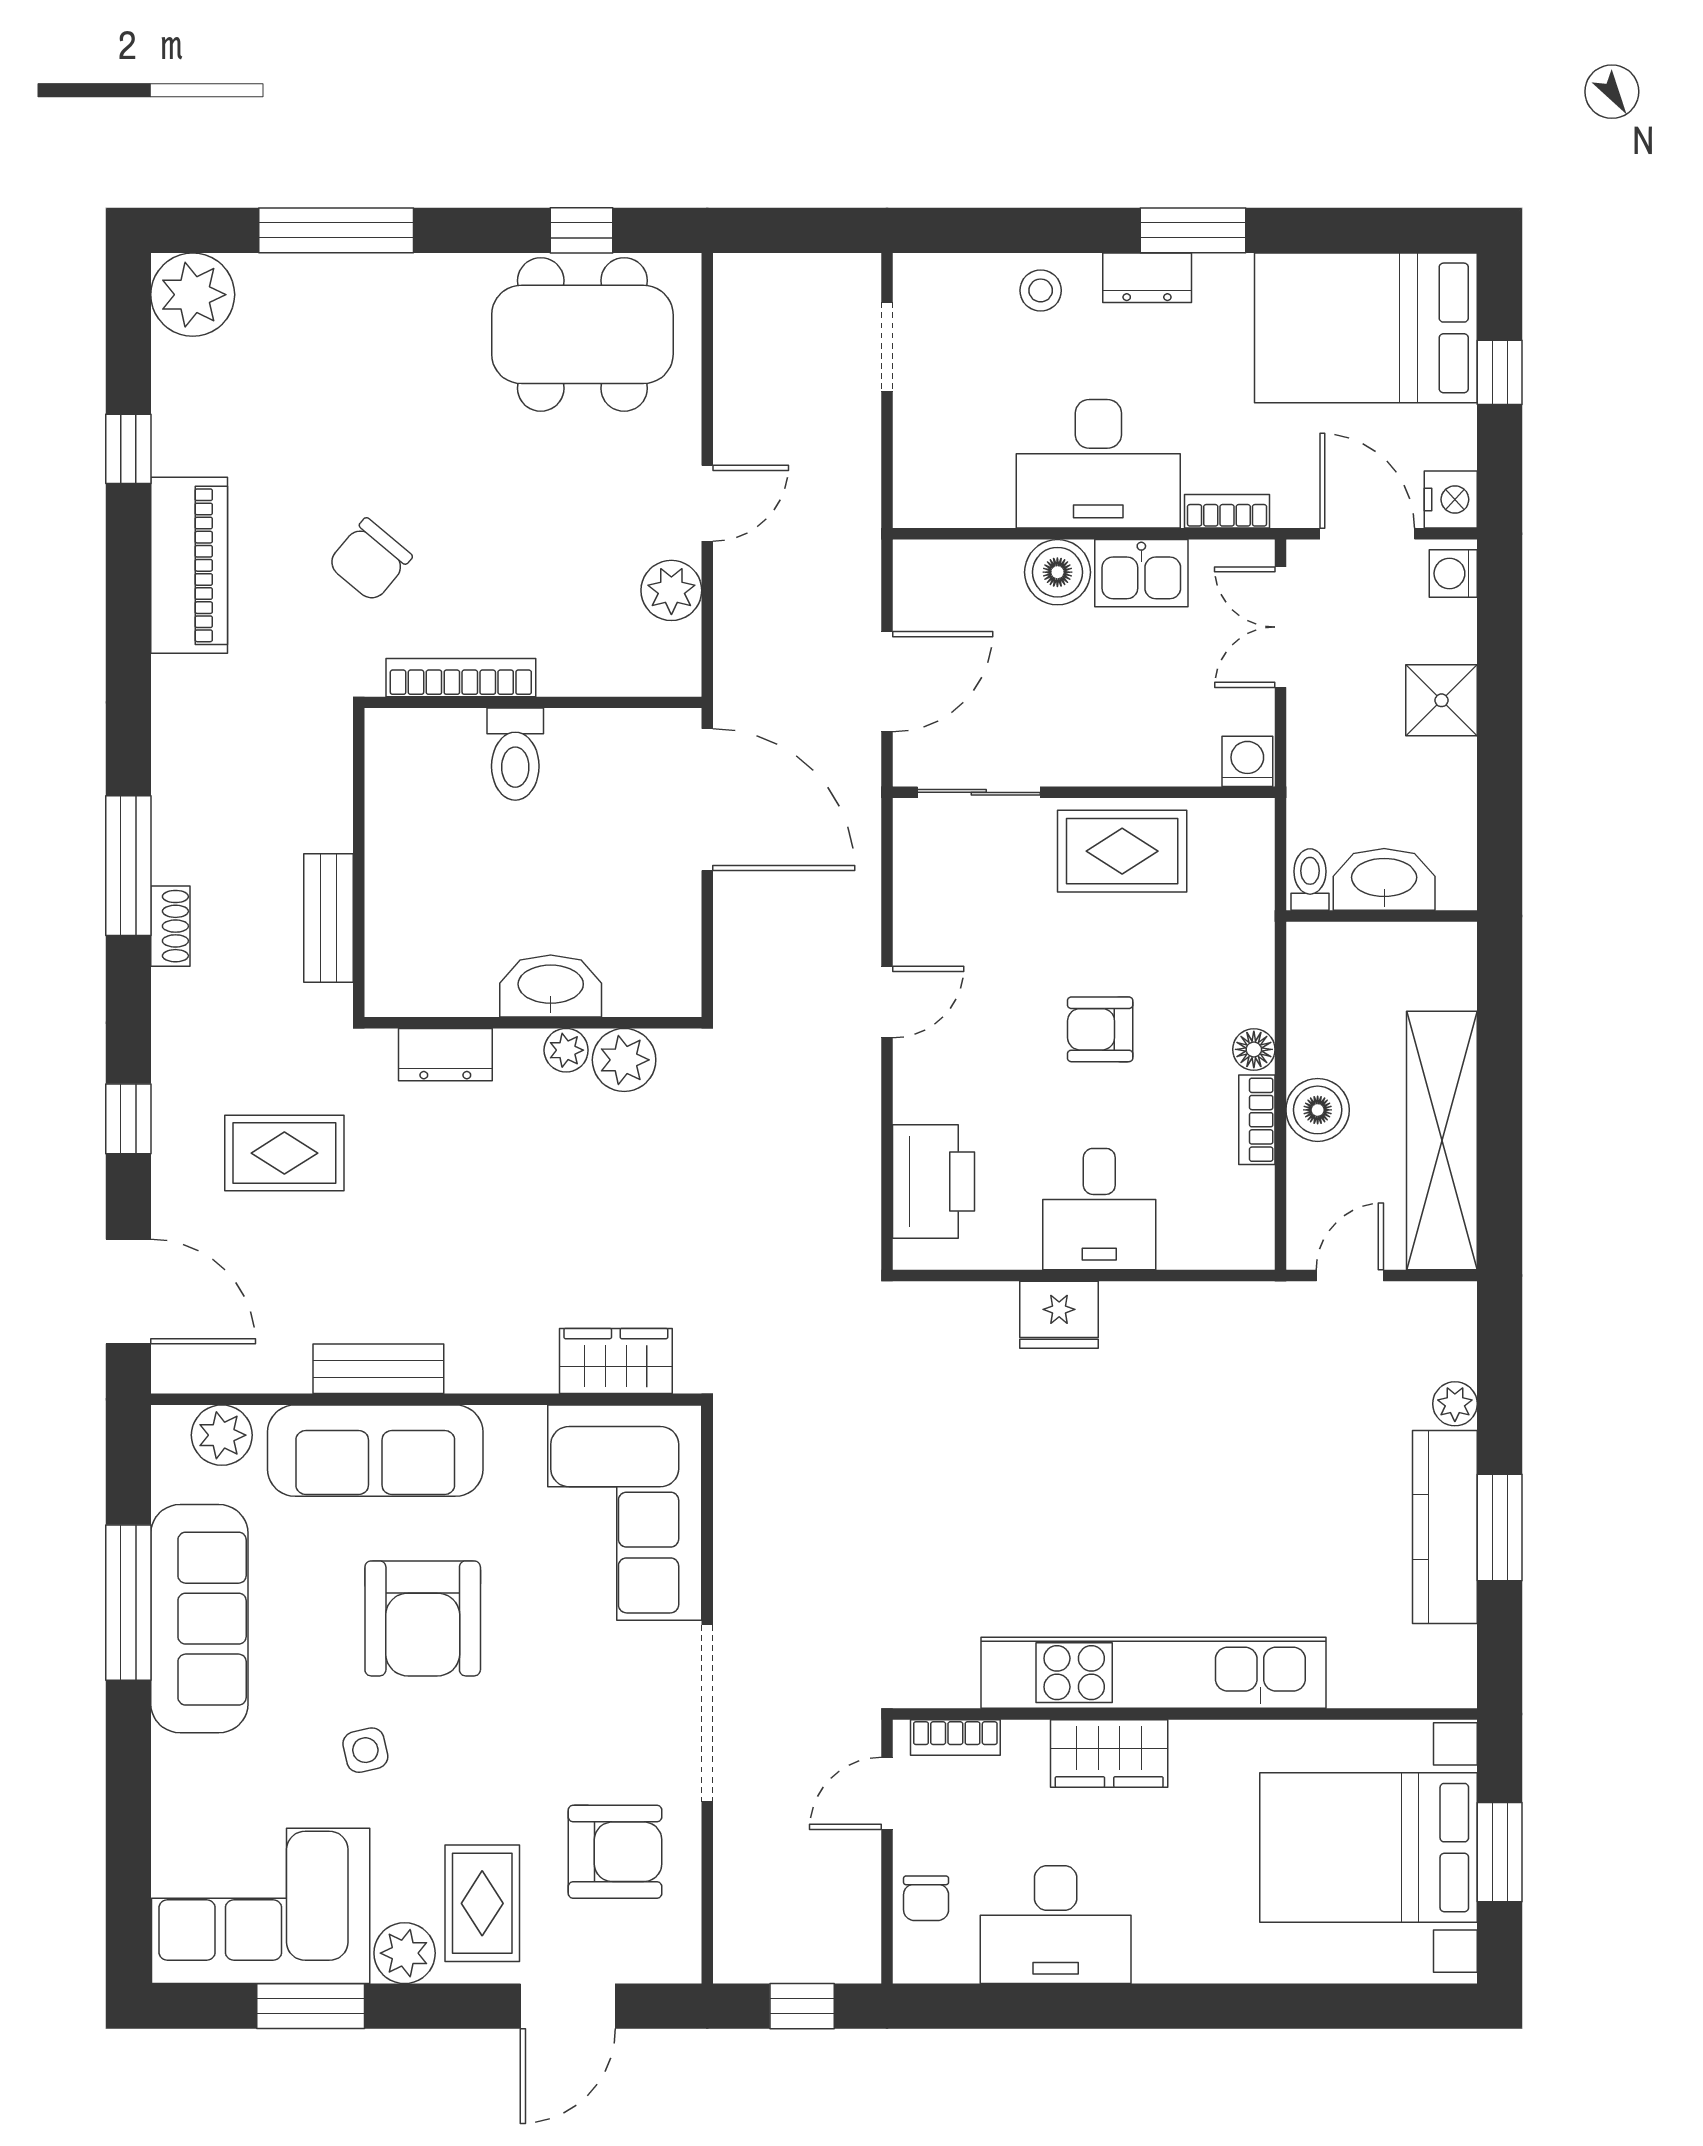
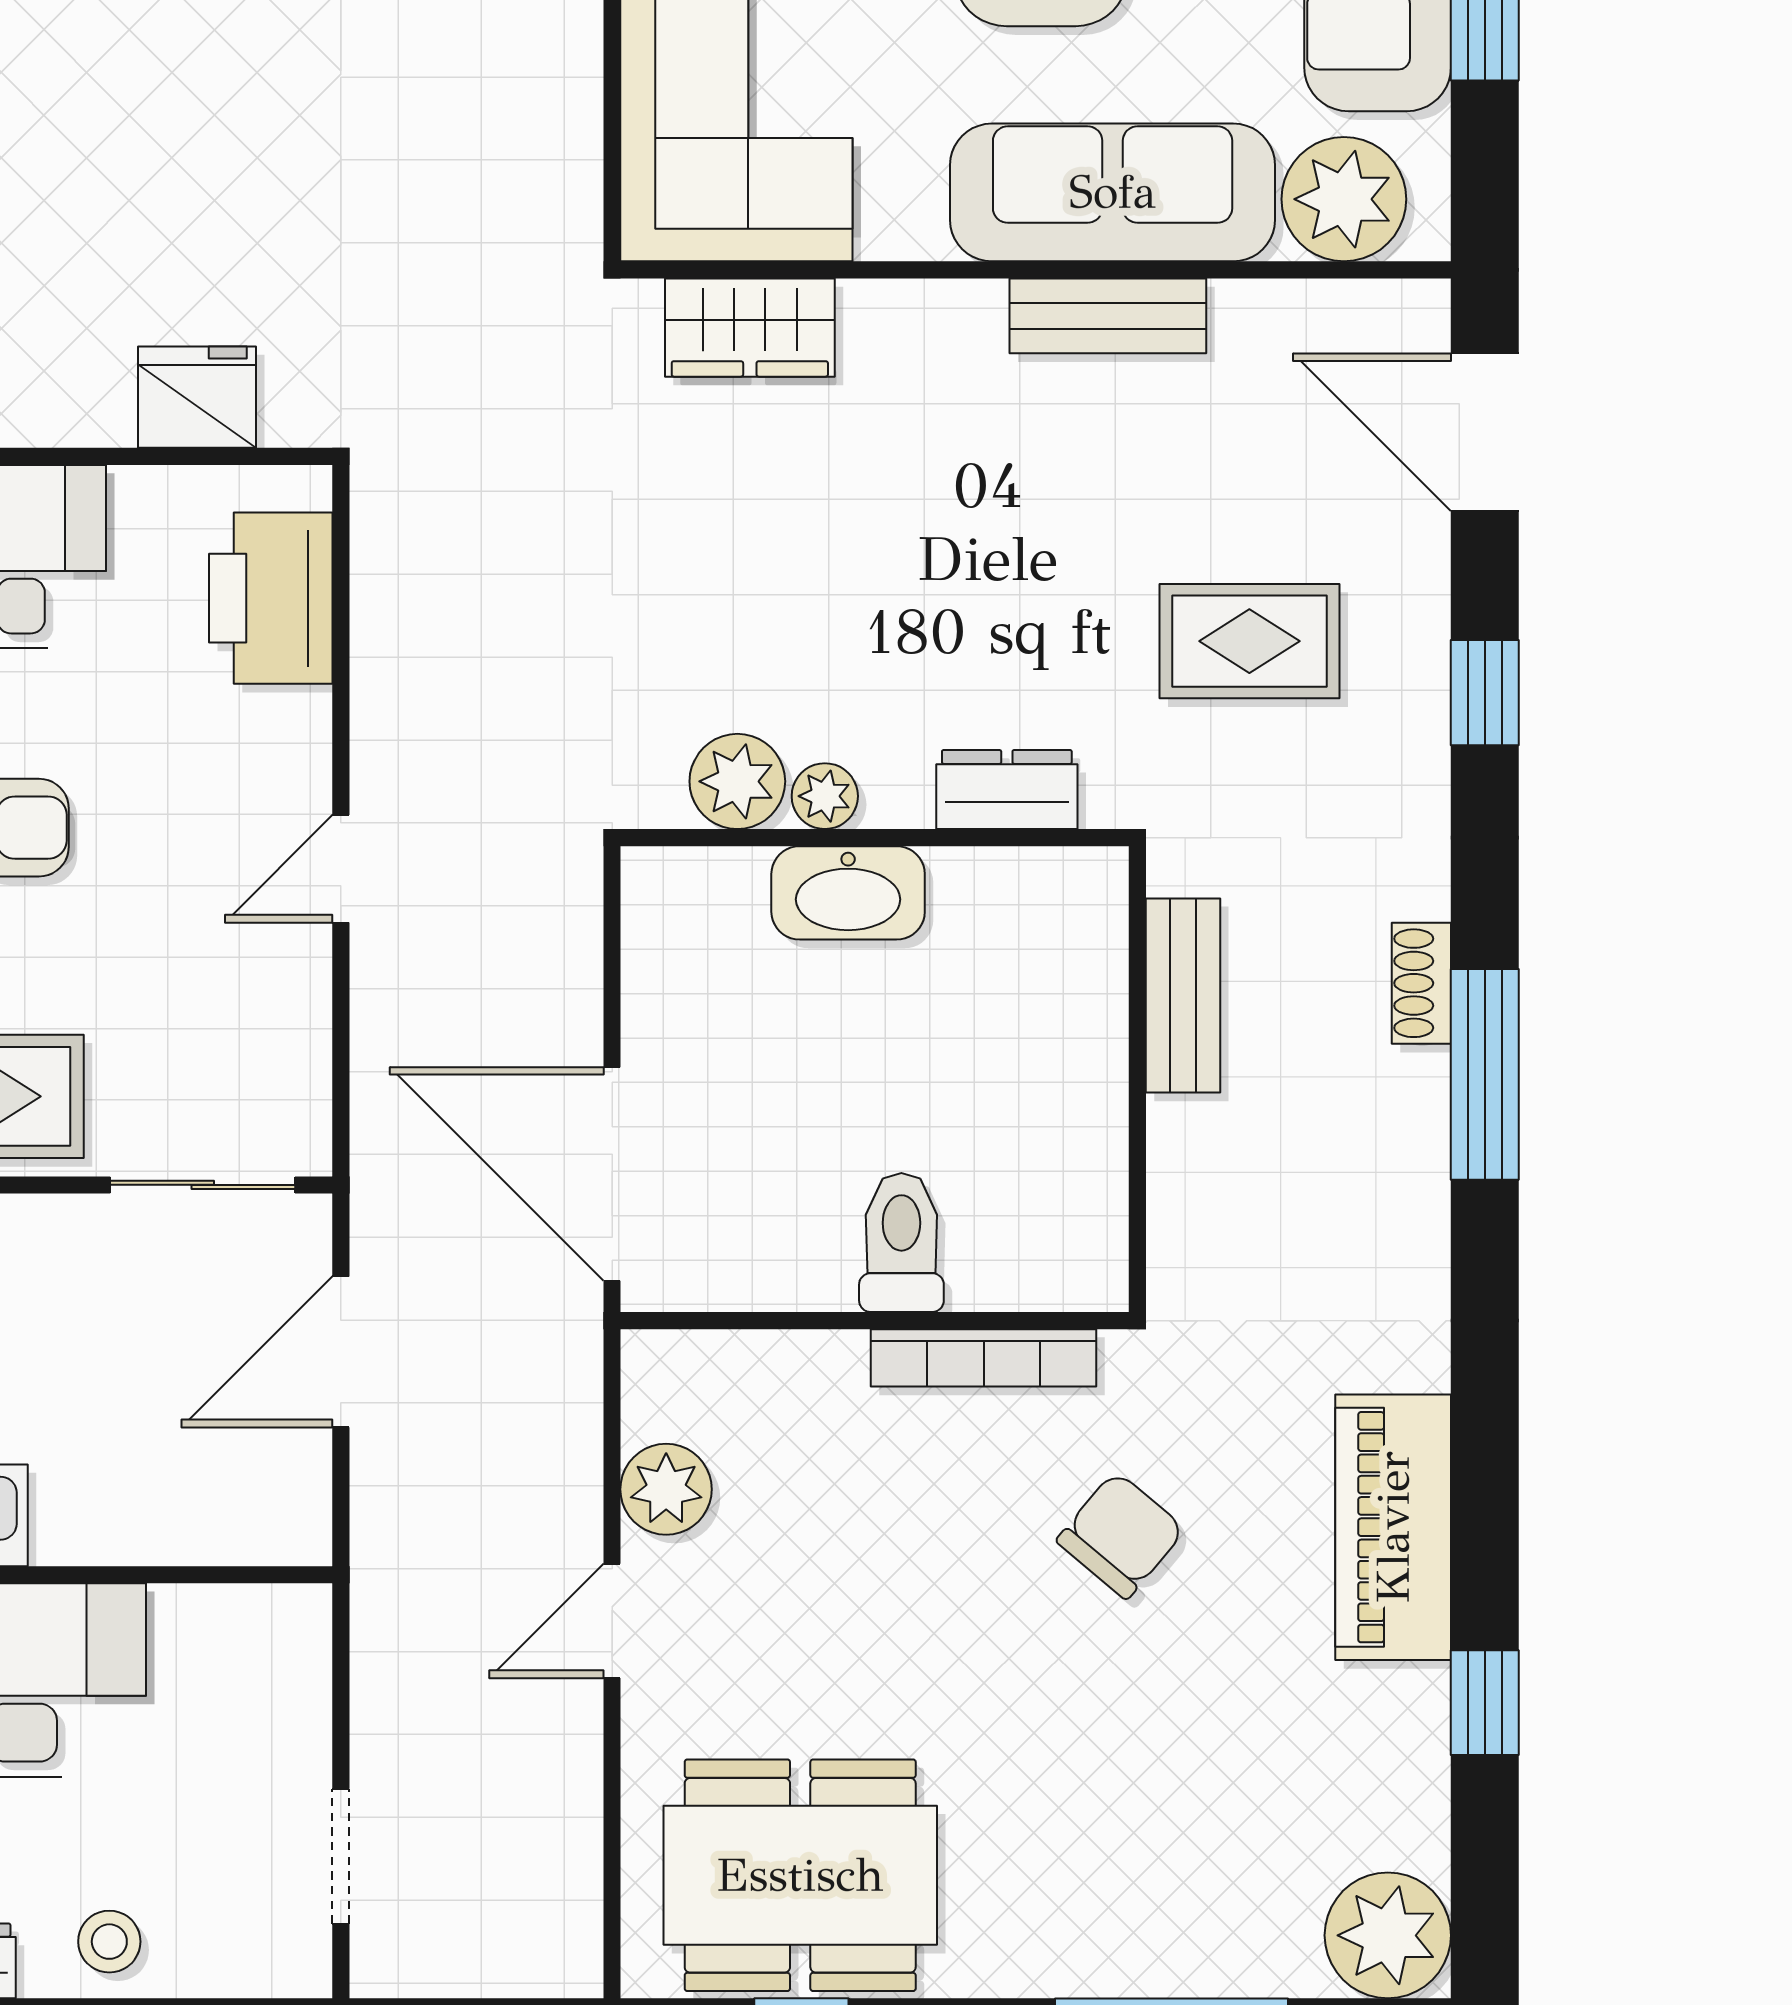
boiler: (1057, 572) -> (84, 1517), removed
fridge: (1059, 1315) -> (197, 397), moved
plant: (222, 1435) -> (1344, 199), width x1.36, depth x1.36

